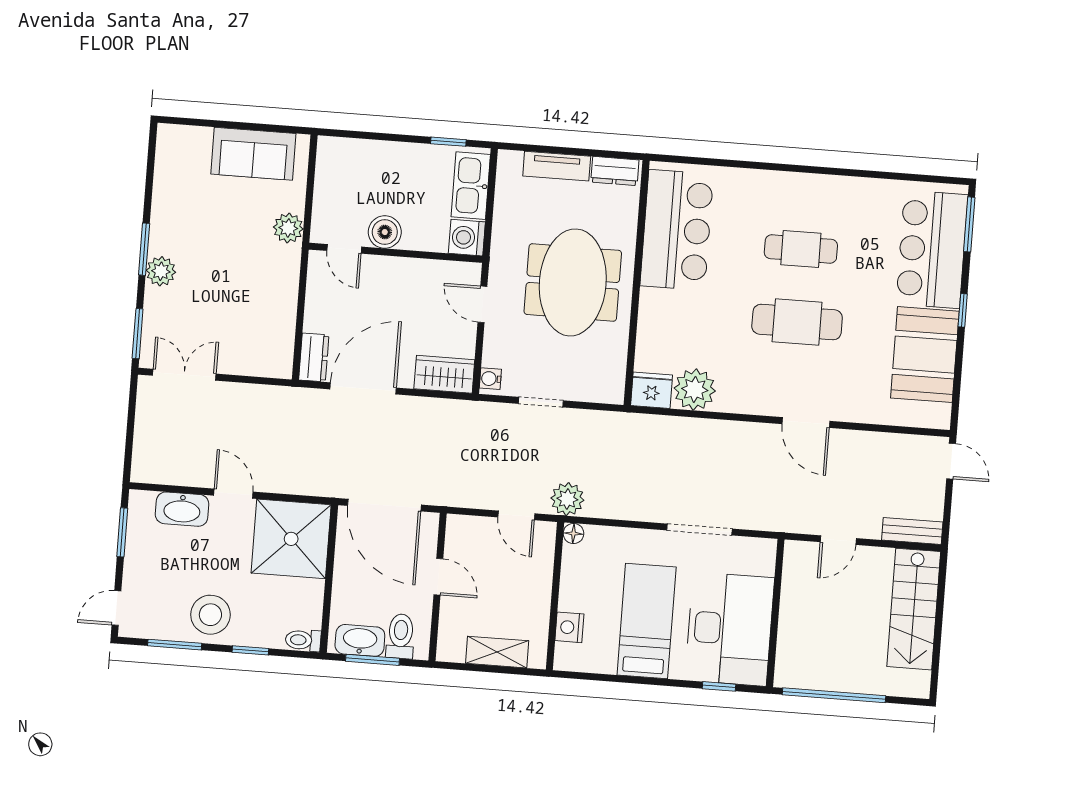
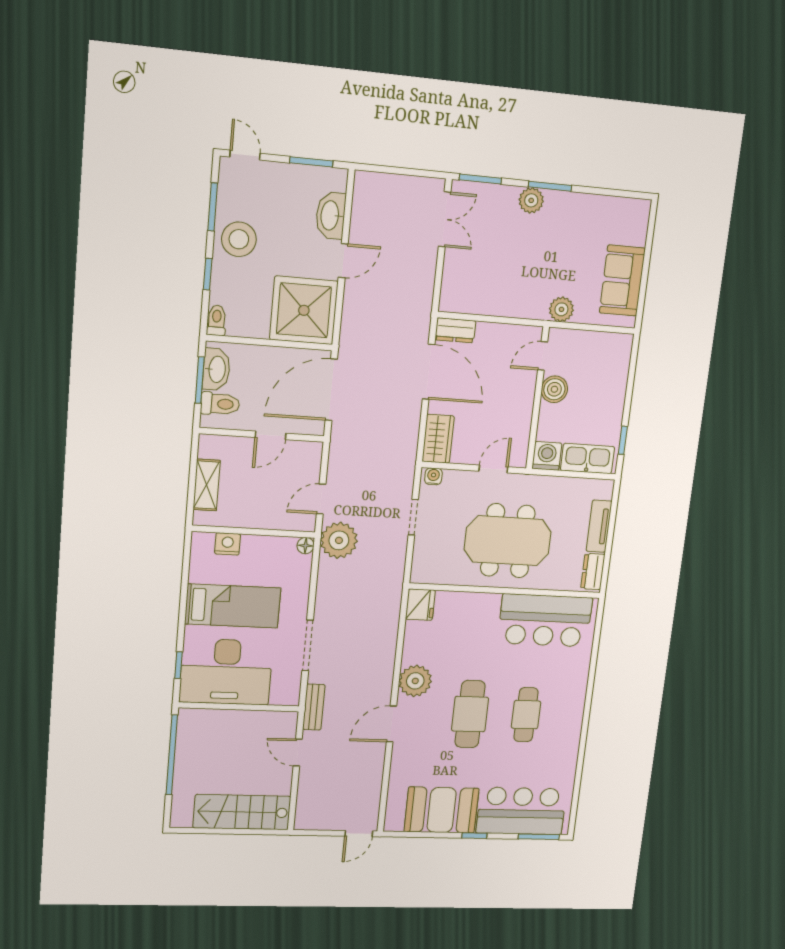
plant: (695, 389) -> (415, 681), moved
plant: (567, 499) -> (339, 540), width x1.36, depth x1.36
bench: (912, 531) -> (314, 707), moved

